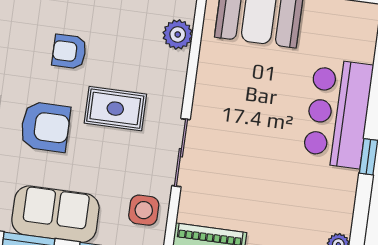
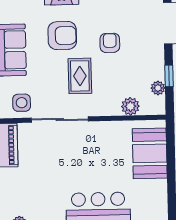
armchair: (45, 127) -> (62, 36), turned -90
sliding door: (181, 153) -> (60, 120), width x1.37

